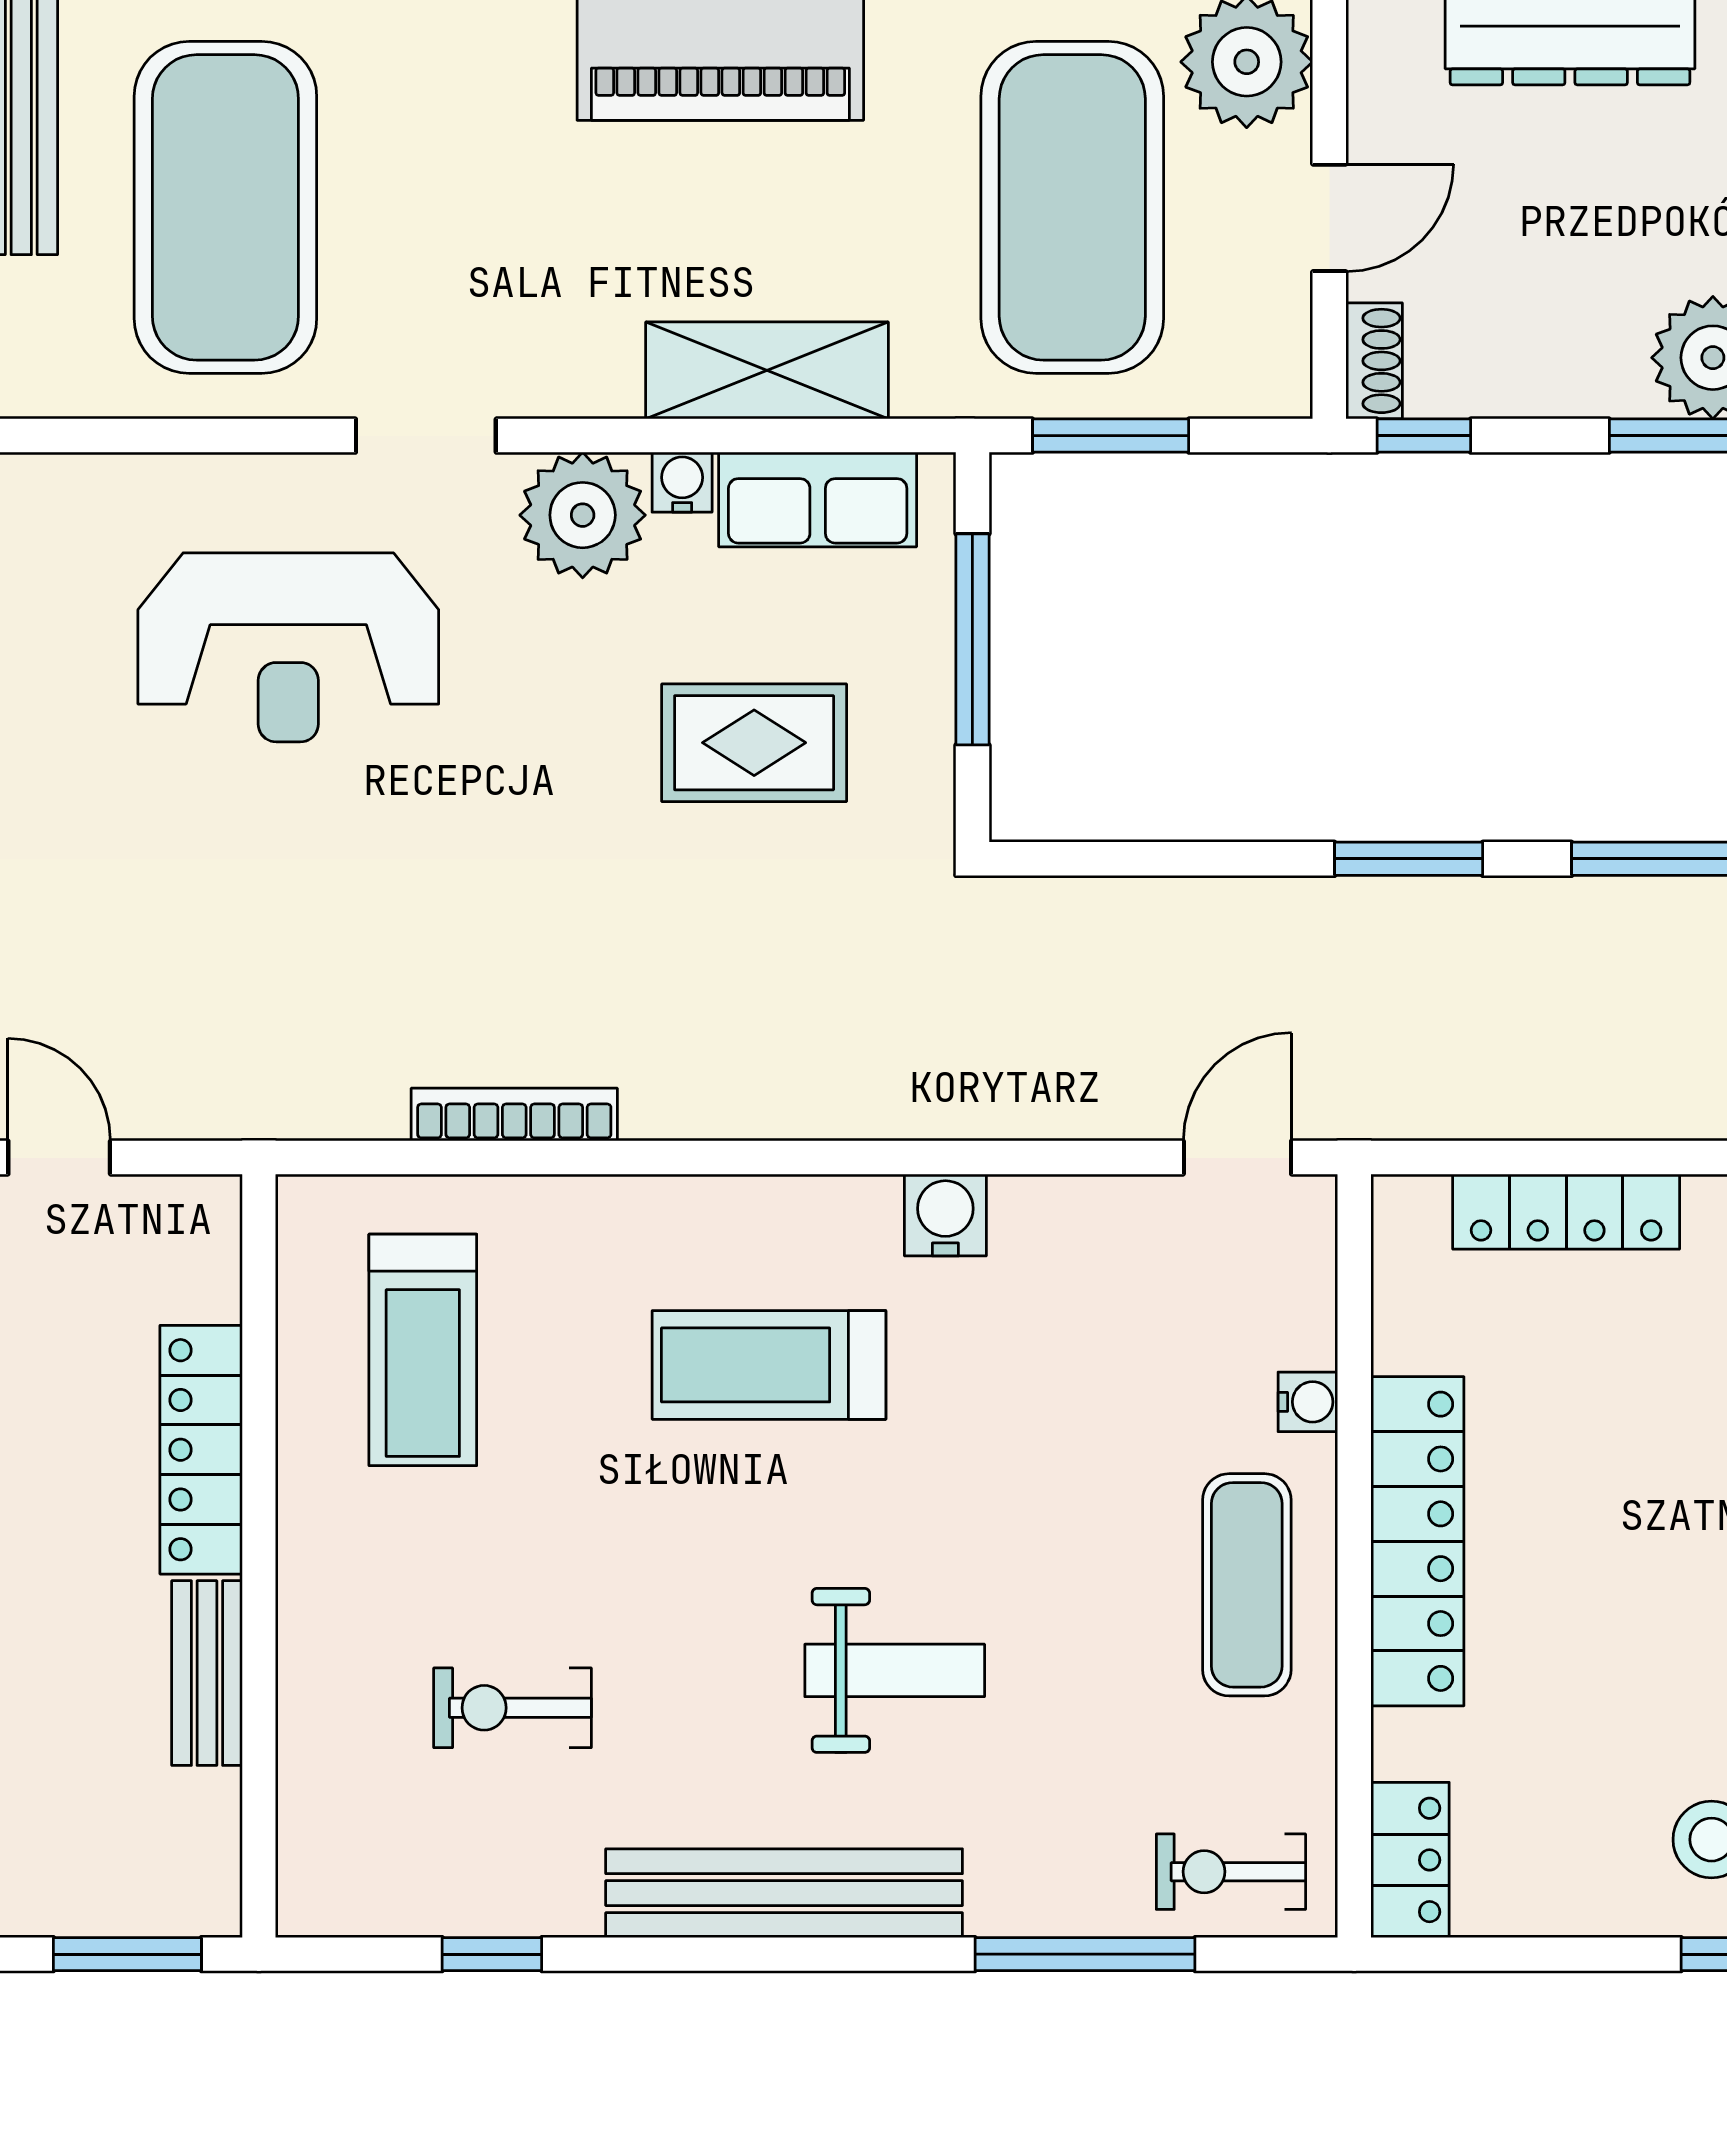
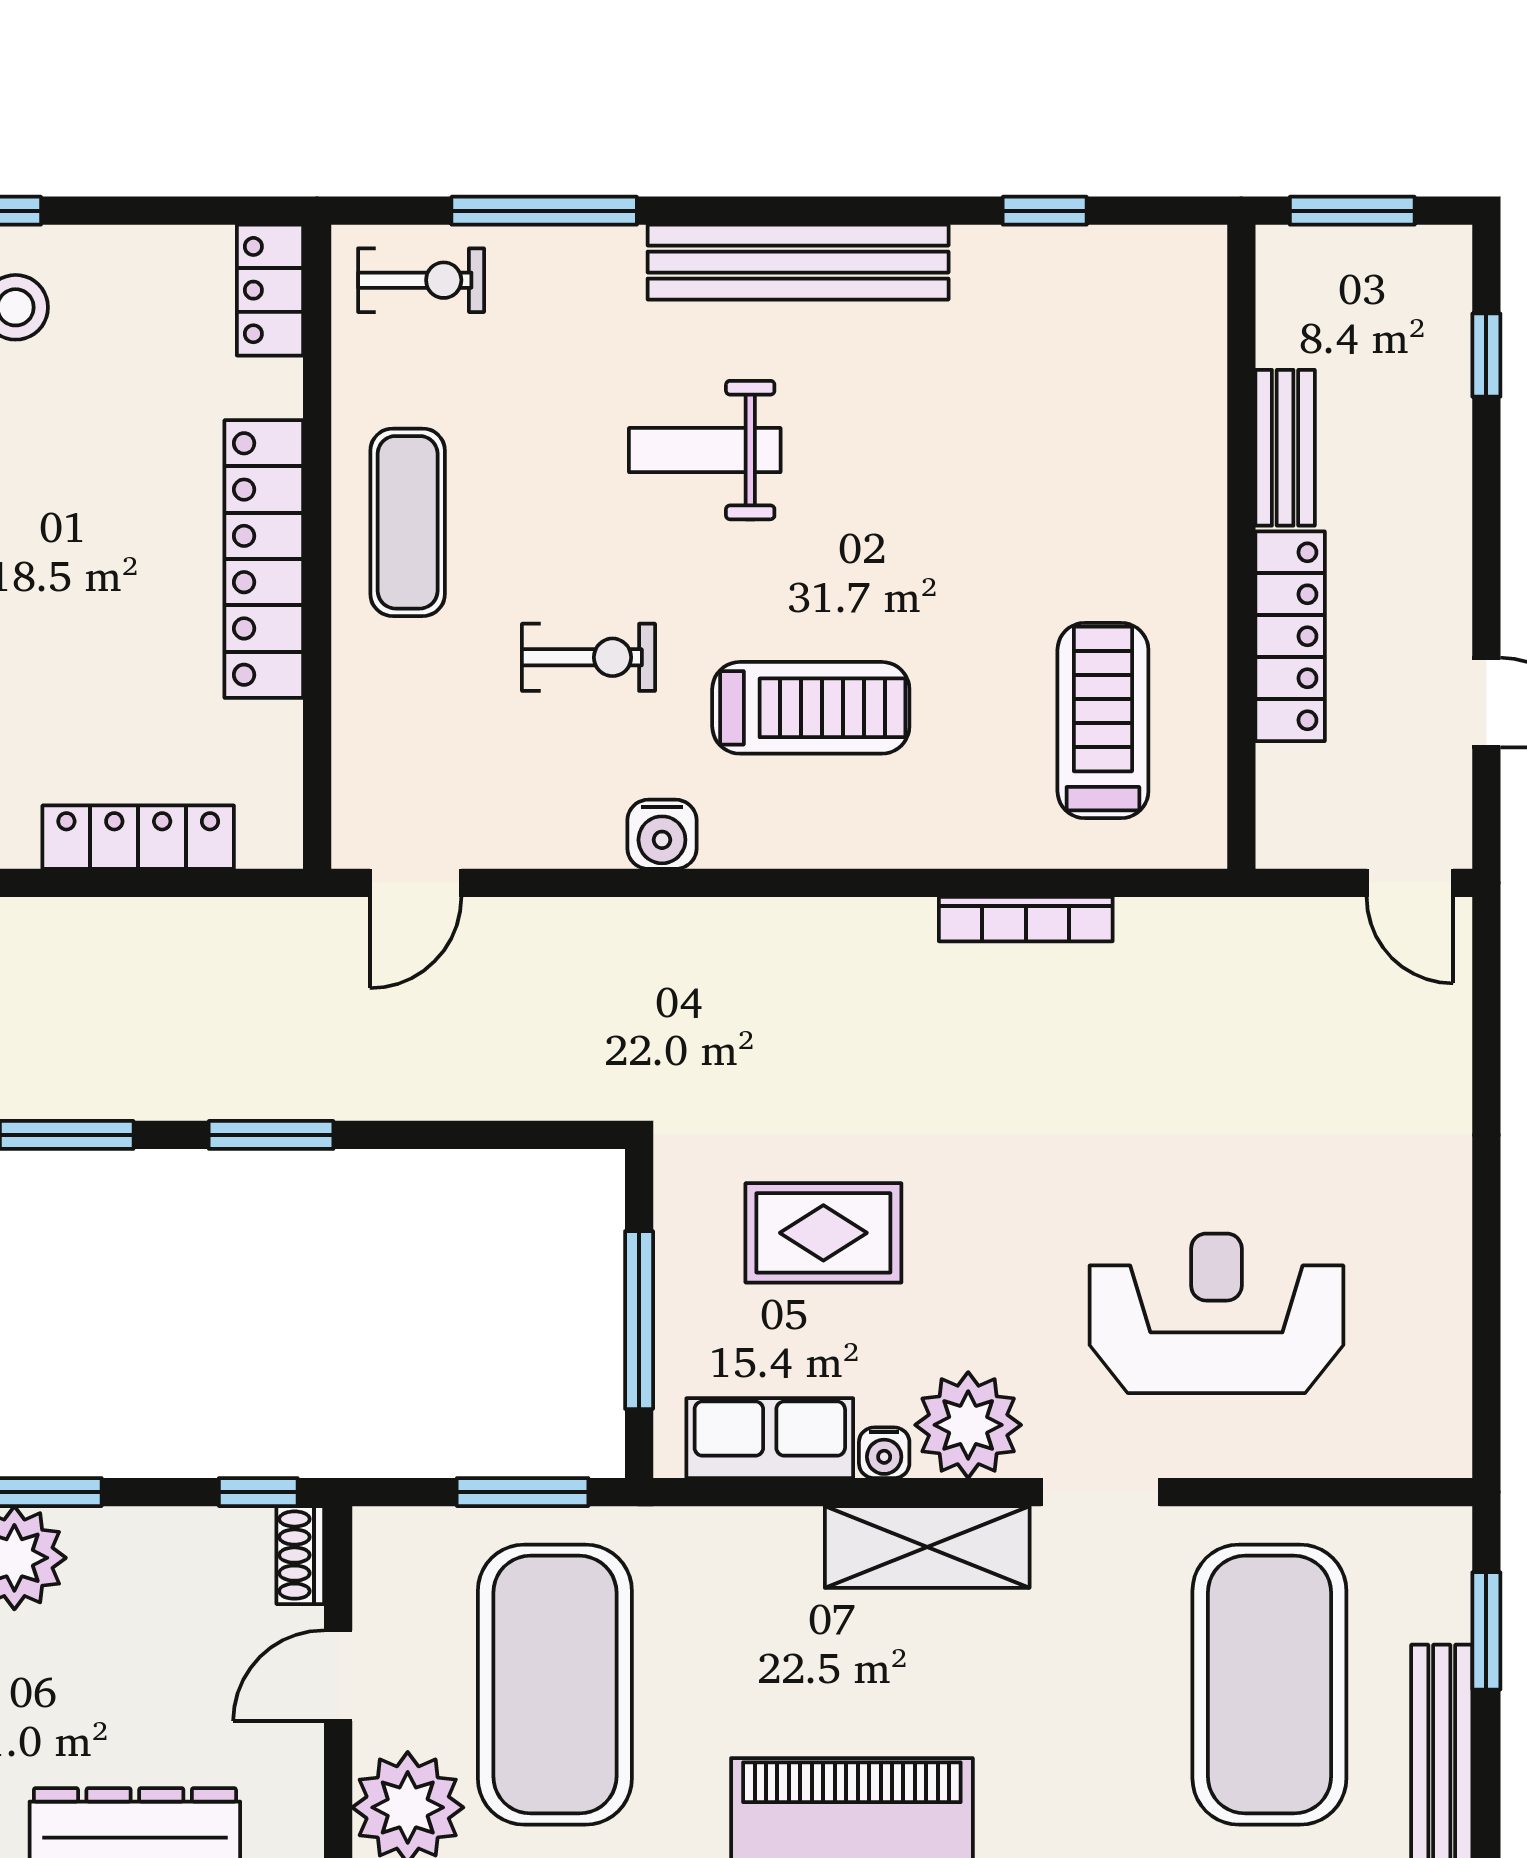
shelving: (767, 370) -> (927, 1547), moved
water cooler: (1308, 1402) -> (356, 677), removed
exercise bike: (512, 1708) -> (589, 657), moved

